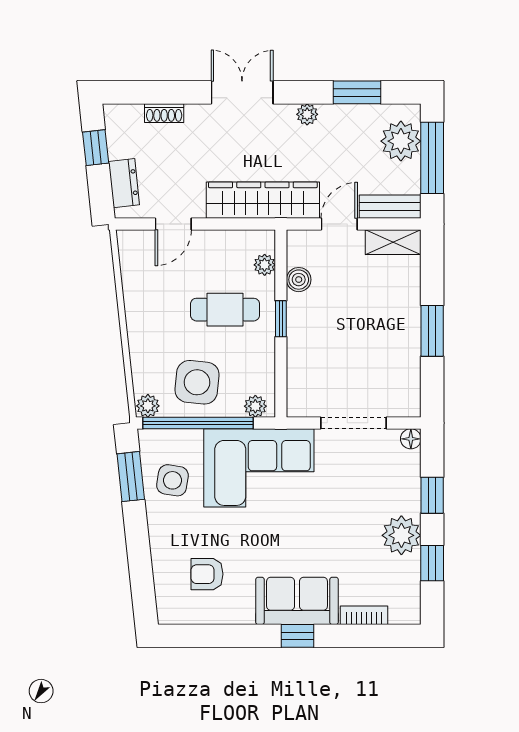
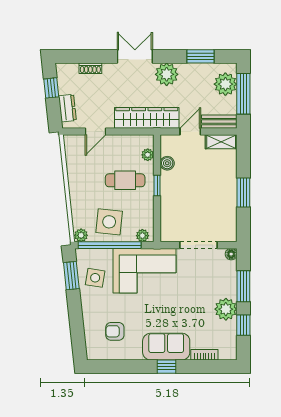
plant: (307, 114) -> (167, 74), width x1.87, depth x1.87
window: (432, 495) -> (243, 286), width x1.50

